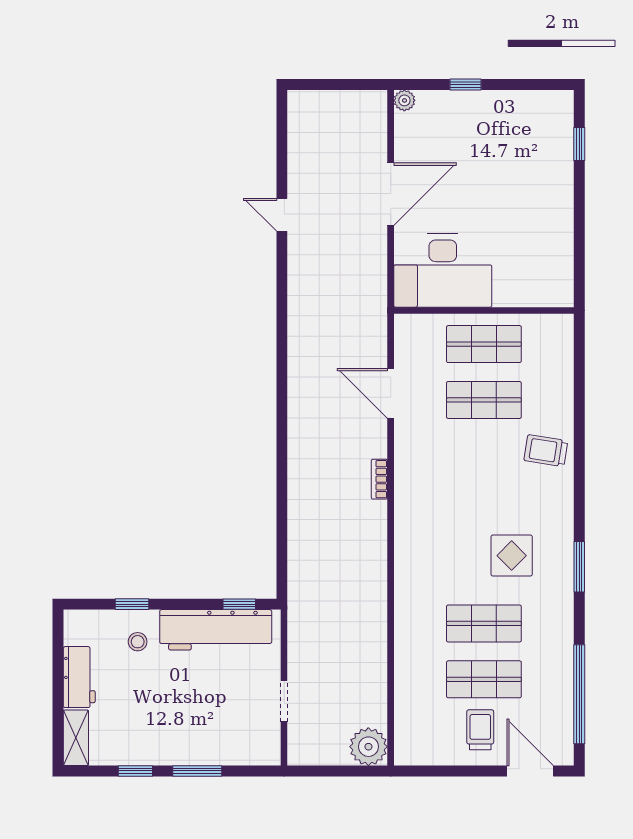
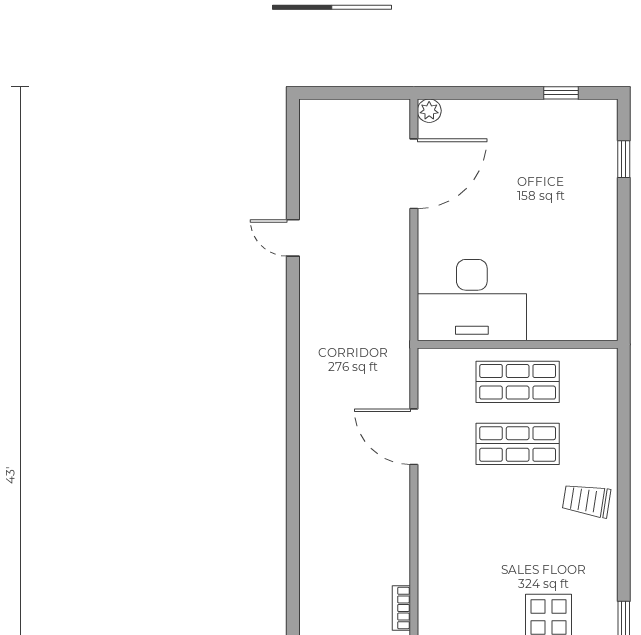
window: (466, 84) -> (561, 93), moved
door: (391, 194) -> (414, 174), moved
bookcase: (379, 479) -> (401, 608), moved

